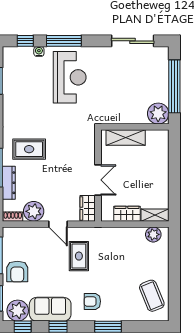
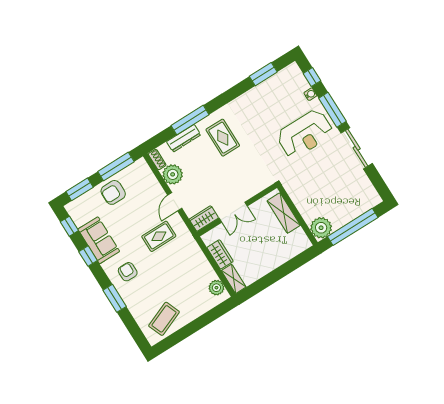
sliding door: (133, 41) -> (357, 148), moved
plant: (18, 311) -> (80, 213), removed

